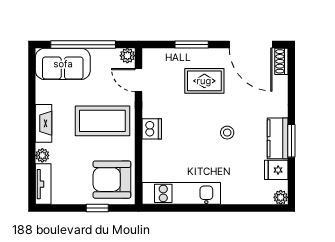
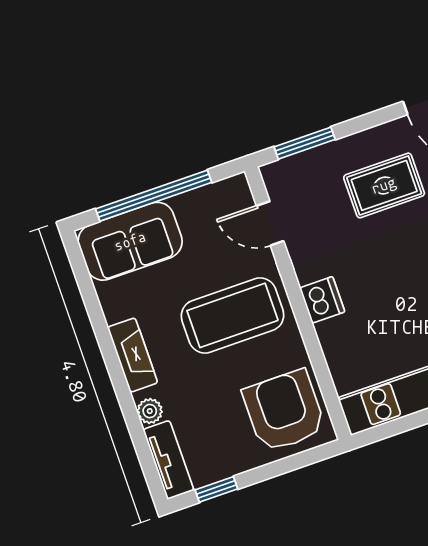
window: (192, 45) -> (305, 143), moved
plant: (127, 56) -> (236, 188), removed
armchair: (112, 180) -> (284, 411), turned 90
window: (97, 208) -> (216, 489), moved

